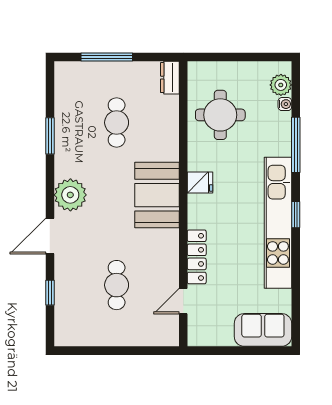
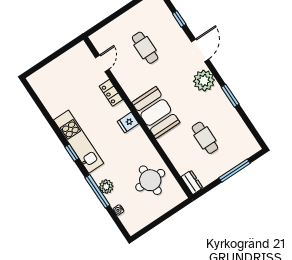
plant: (281, 85) -> (106, 187), moved
window: (50, 136) -> (230, 96), moved
fridge: (200, 183) -> (128, 122), moved
kitchen unit: (278, 223) -> (79, 142), width x0.73
locker: (197, 257) -> (111, 93), width x0.66
sofa: (263, 330) -> (47, 77), removed

